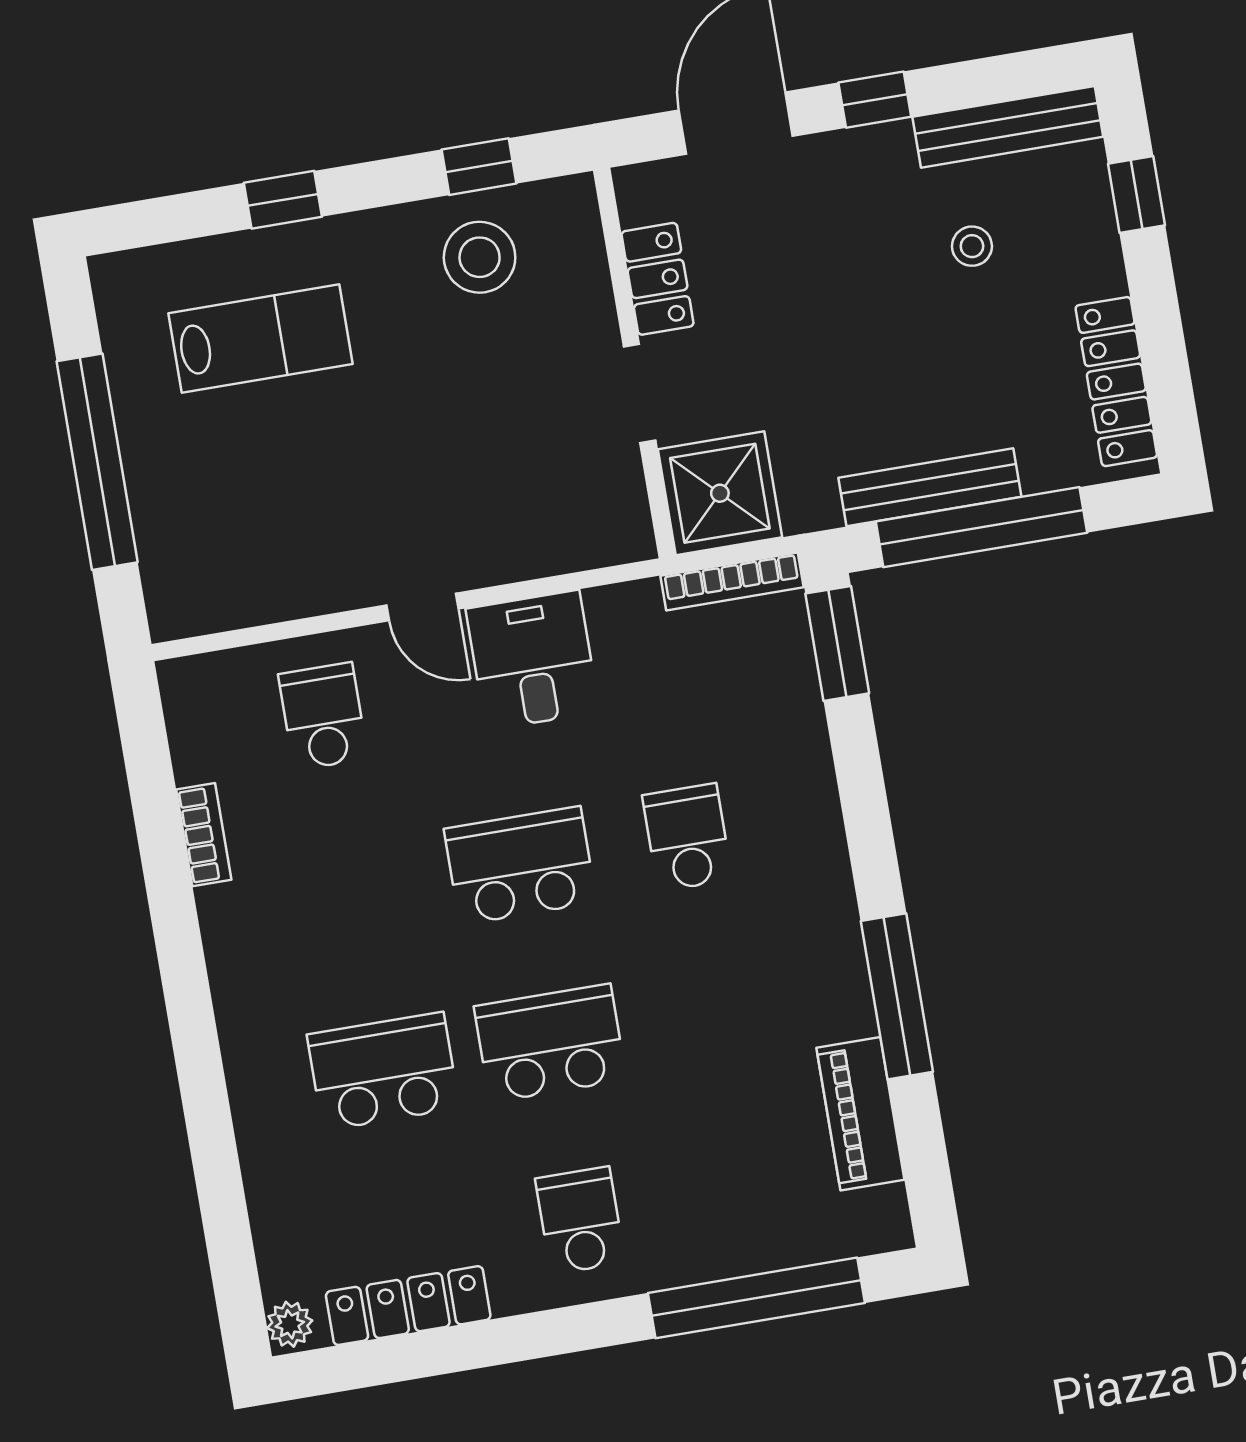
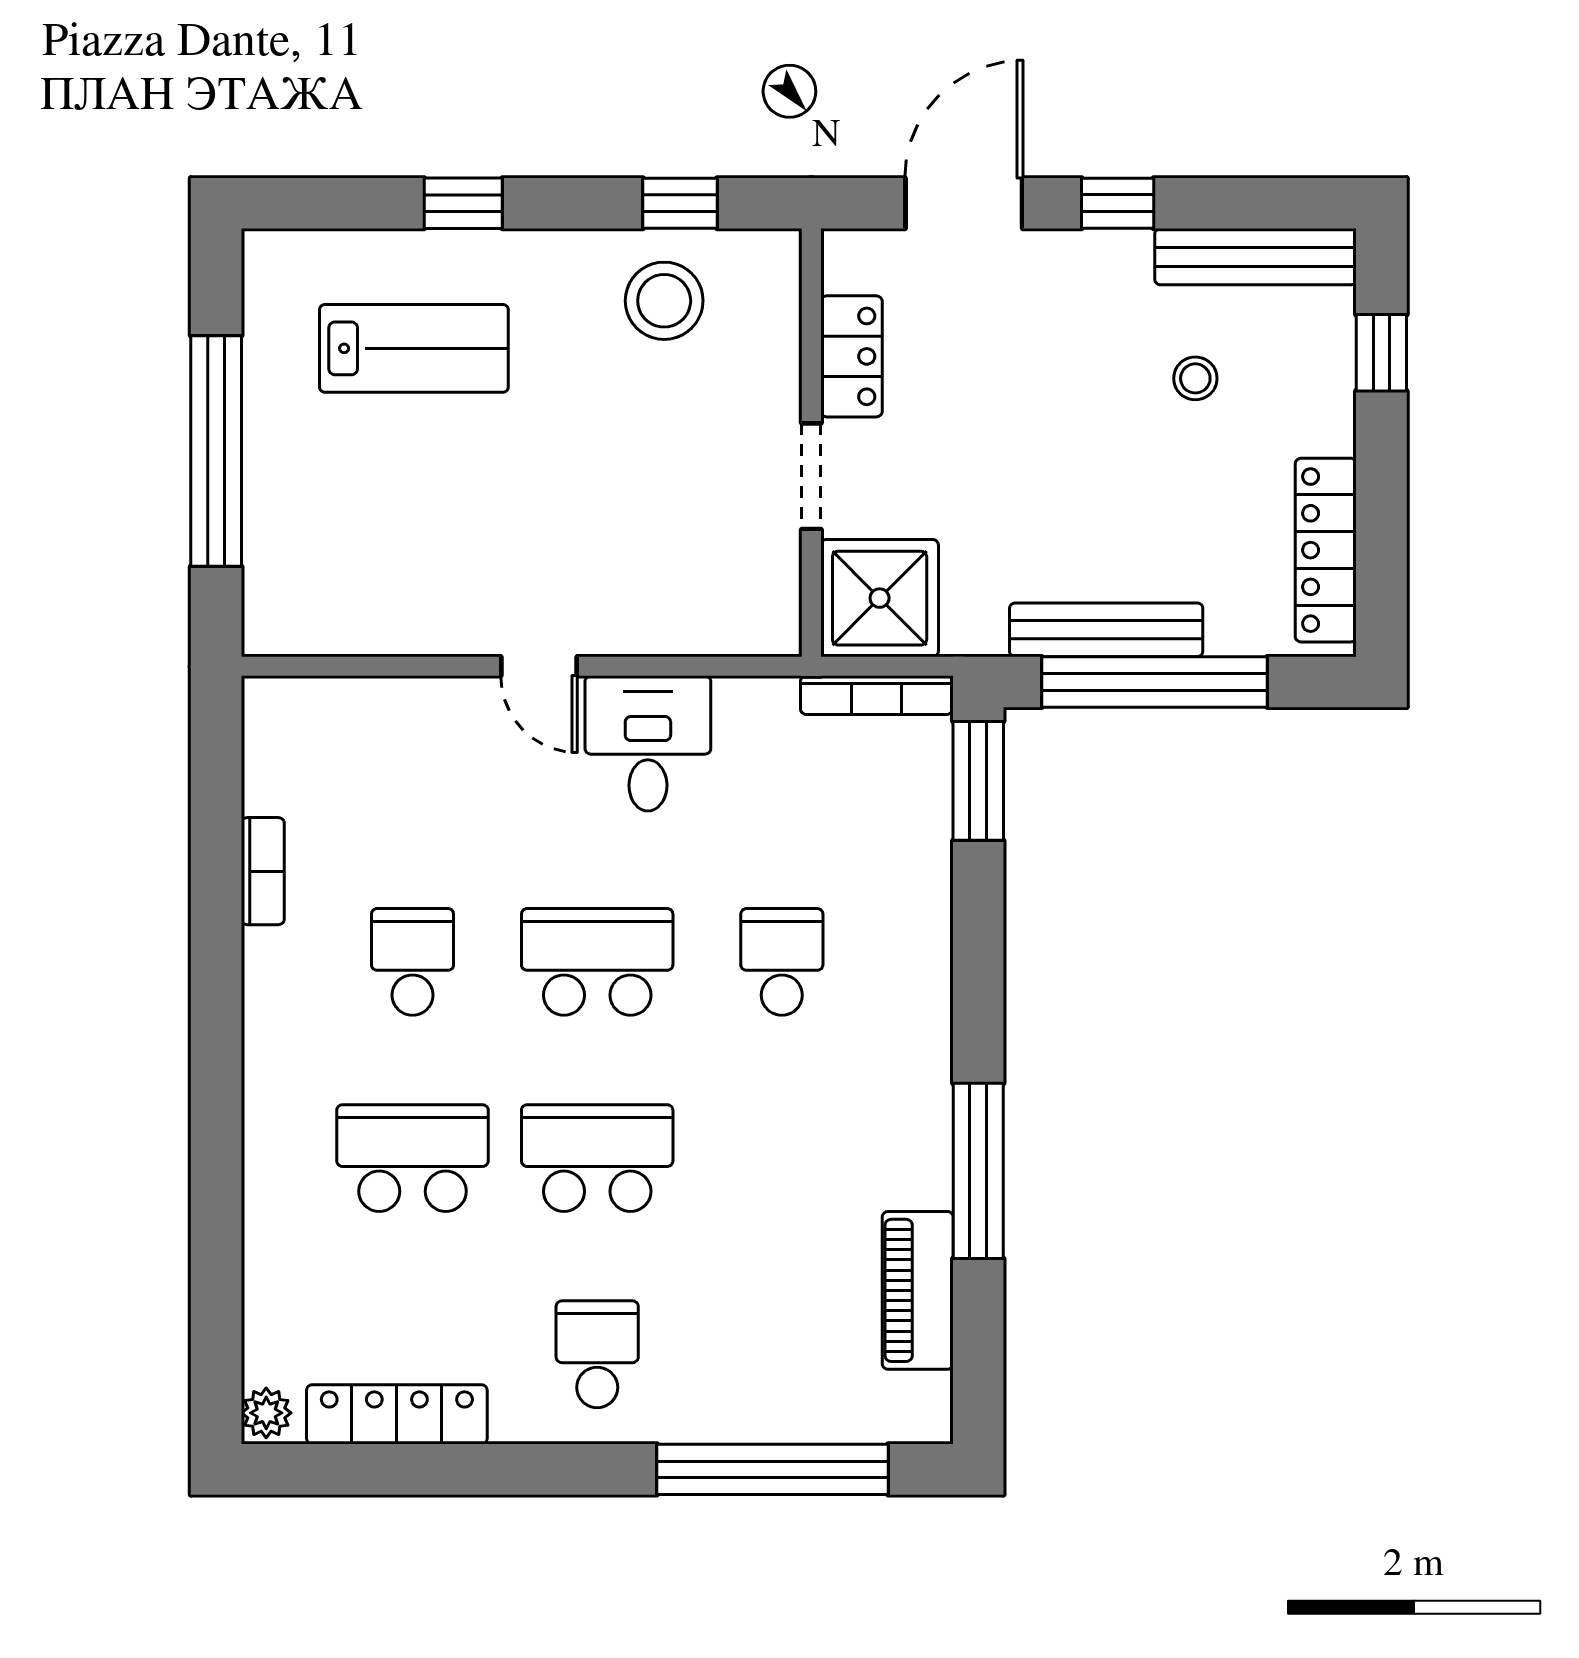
school desk: (323, 716) -> (413, 962), moved

